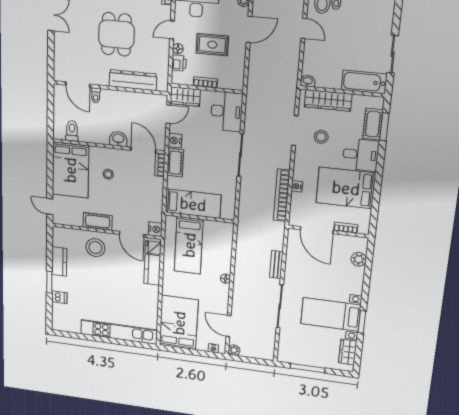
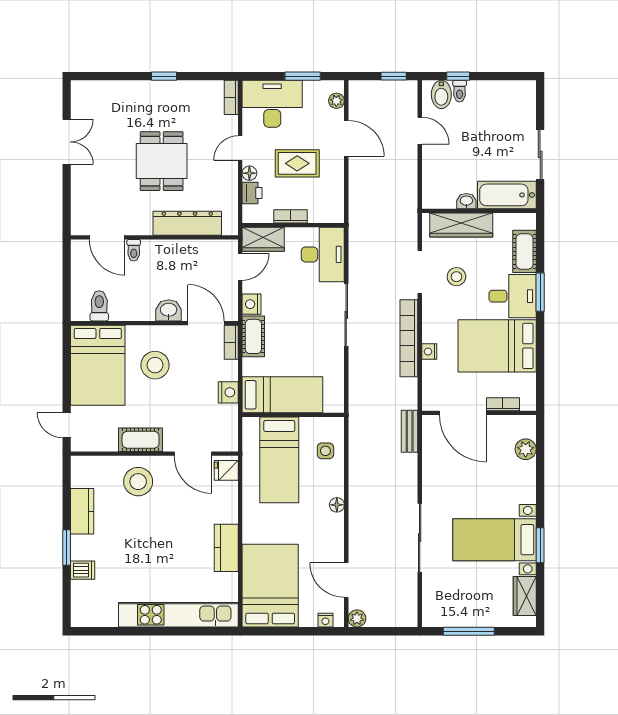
door: (249, 29) -> (346, 138), hinge flipped
washbasin: (308, 81) -> (466, 201), moved
window: (384, 127) -> (540, 292), moved
stool: (108, 174) -> (155, 365), width x1.89, depth x1.89
bookcase: (282, 195) -> (409, 338), moved
nightstand: (155, 229) -> (228, 392), moved
side table: (220, 243) -> (325, 451), added
bench: (276, 265) -> (410, 431), moved
kitchen counter: (152, 270) -> (226, 548), moved

